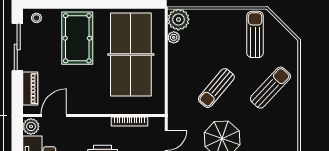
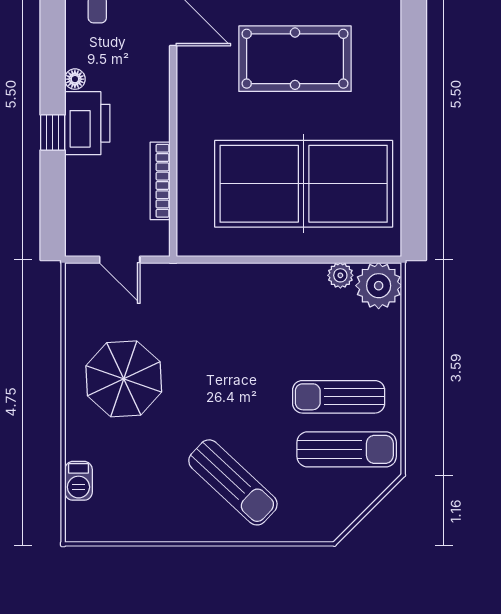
pool table: (77, 38) -> (295, 59), moved
sun lounger: (216, 88) -> (339, 397), moved, turned -40

